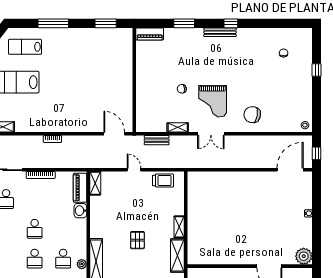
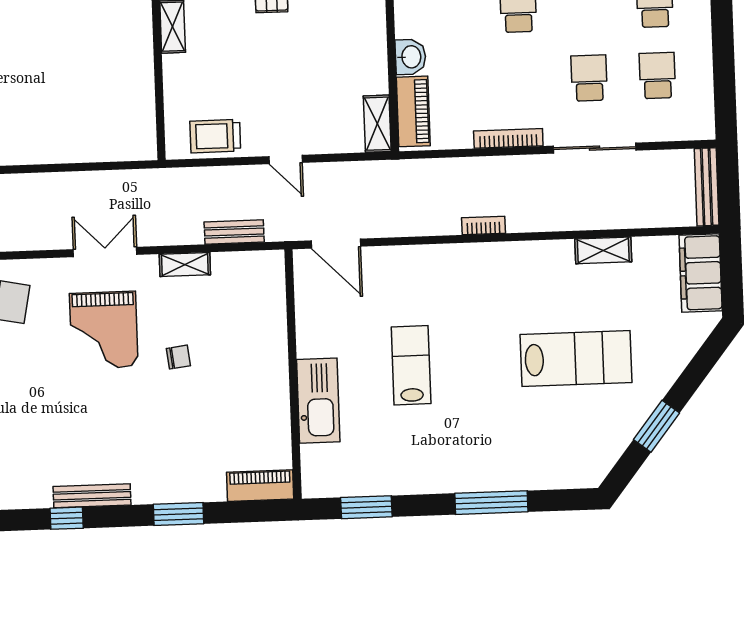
lab bench: (25, 47) -> (411, 365), moved, turned -90
kitchen sink: (124, 68) -> (318, 401), added
grand piano: (213, 101) -> (104, 330), turned 180

